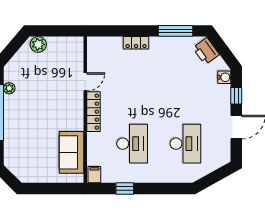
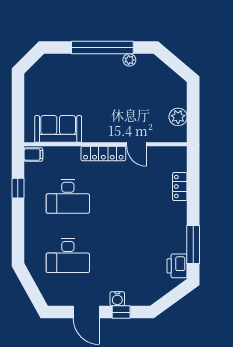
locker: (136, 43) -> (180, 187), moved
plant: (38, 44) -> (178, 117), moved
printer: (206, 51) -> (177, 266), moved, turned -54
water cooler: (224, 77) -> (117, 299), moved

